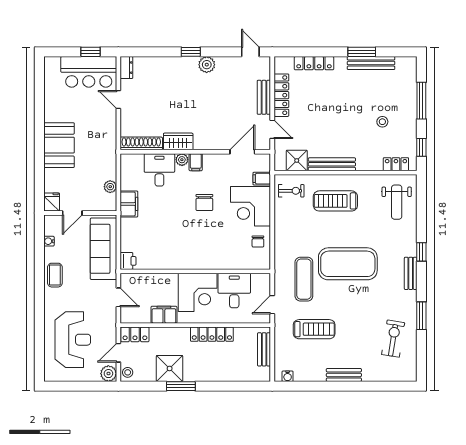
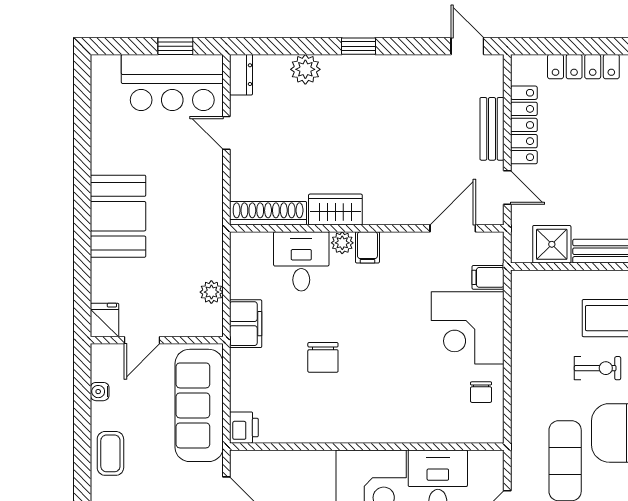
plant: (207, 65) -> (305, 69), moved
exercise bike: (291, 191) -> (597, 368), moved
chair: (204, 202) -> (323, 357), moved

